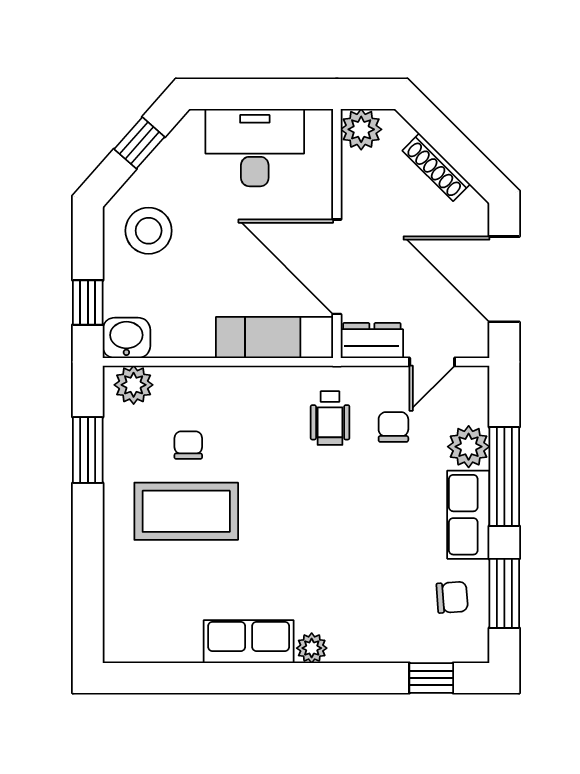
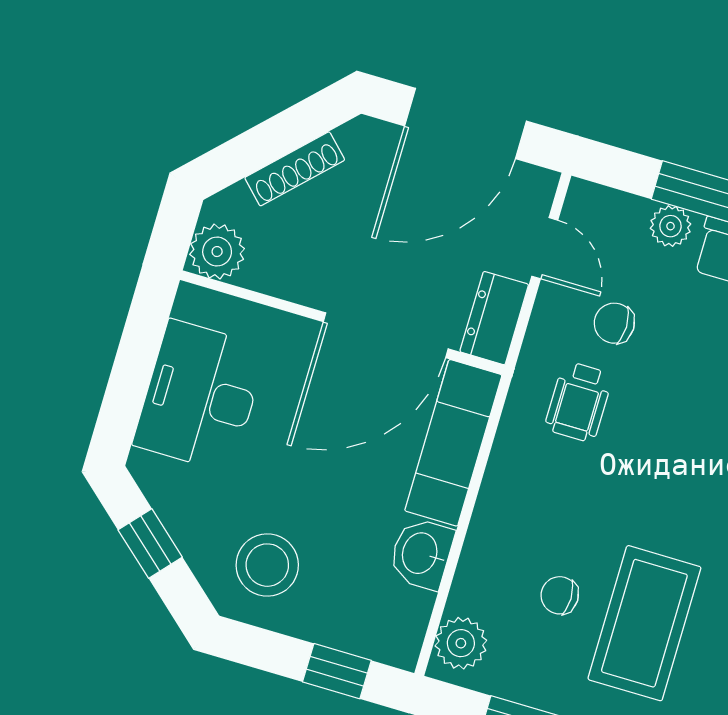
washbasin: (126, 338) -> (421, 554), moved
wheelchair: (330, 418) -> (579, 402), turned 90
plant: (469, 447) -> (670, 226), width x0.73, depth x0.73

